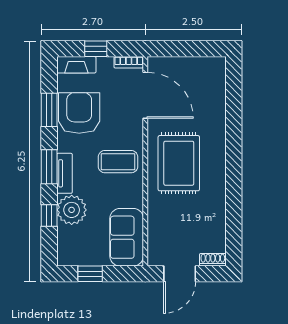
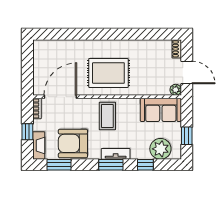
window: (49, 110) -> (59, 165), moved
plant: (72, 210) -> (160, 149), moved
plant: (155, 258) -> (176, 90), added

